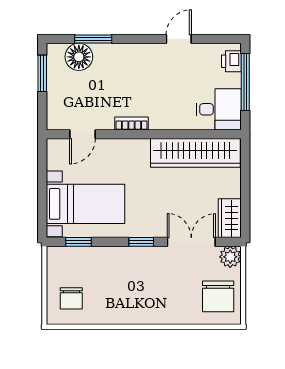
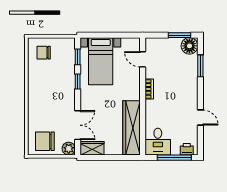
floor lamp: (79, 57) -> (189, 46), moved
window: (141, 242) -> (78, 82), moved

